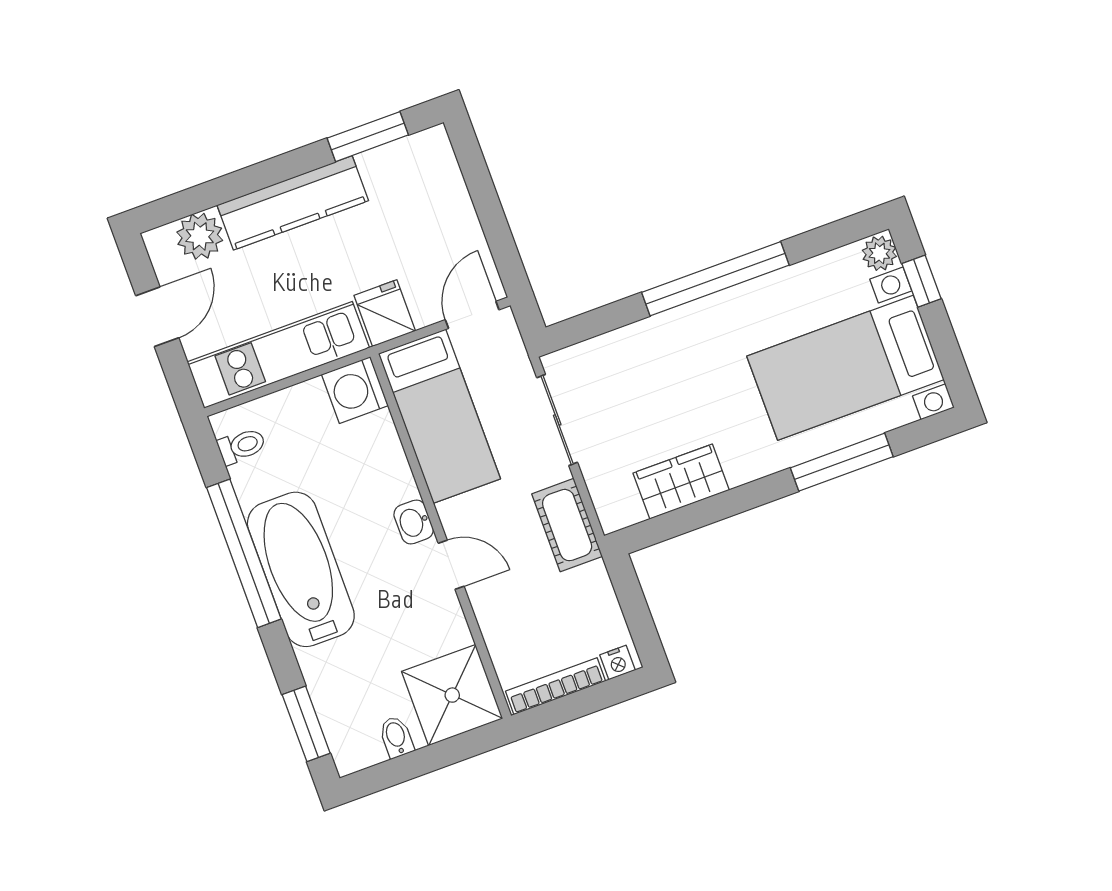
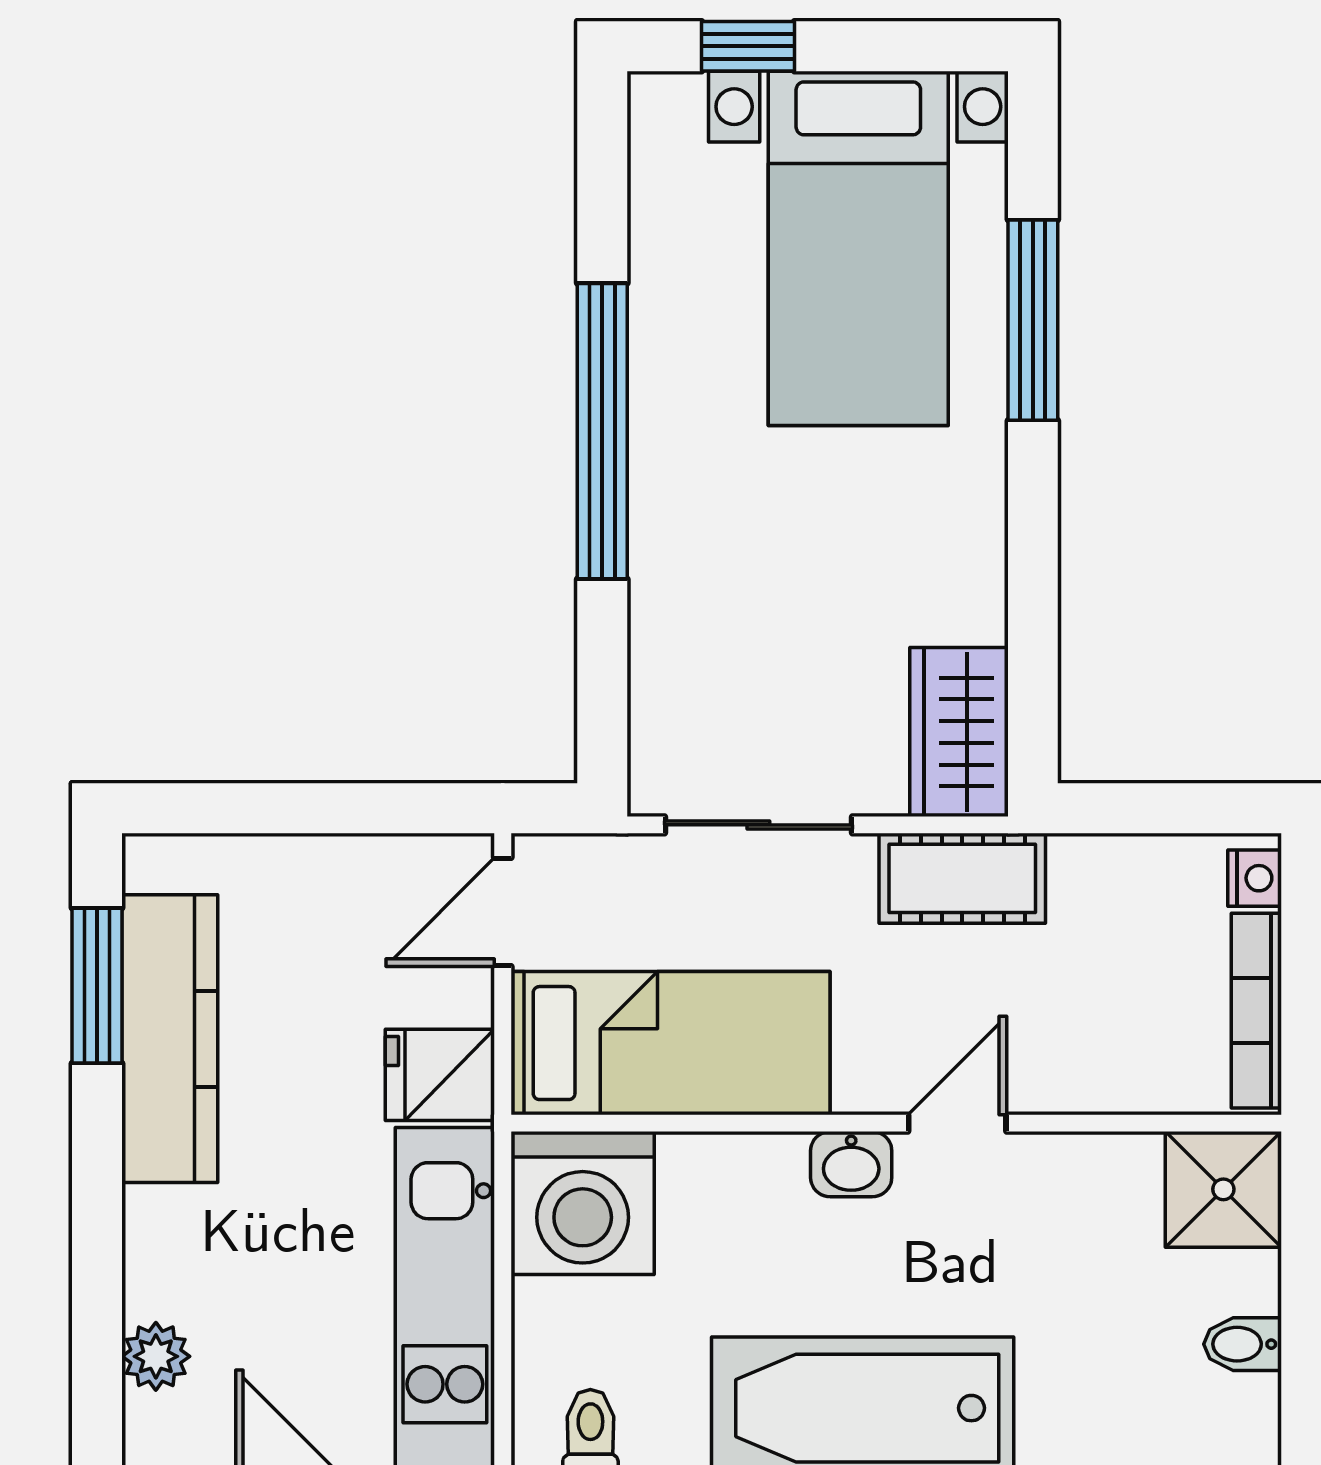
kitchen counter: (293, 203) -> (170, 1039), moved
plant: (200, 236) -> (156, 1356), width x0.73, depth x0.73
plant: (879, 253) -> (667, 106), removed
door: (472, 315) -> (503, 912), hinge flipped
washing machine: (355, 390) -> (583, 1203), width x1.37, depth x1.37
wardrobe: (681, 482) -> (959, 732), moved
shower: (452, 695) -> (1223, 1189), width x0.73, depth x0.73

